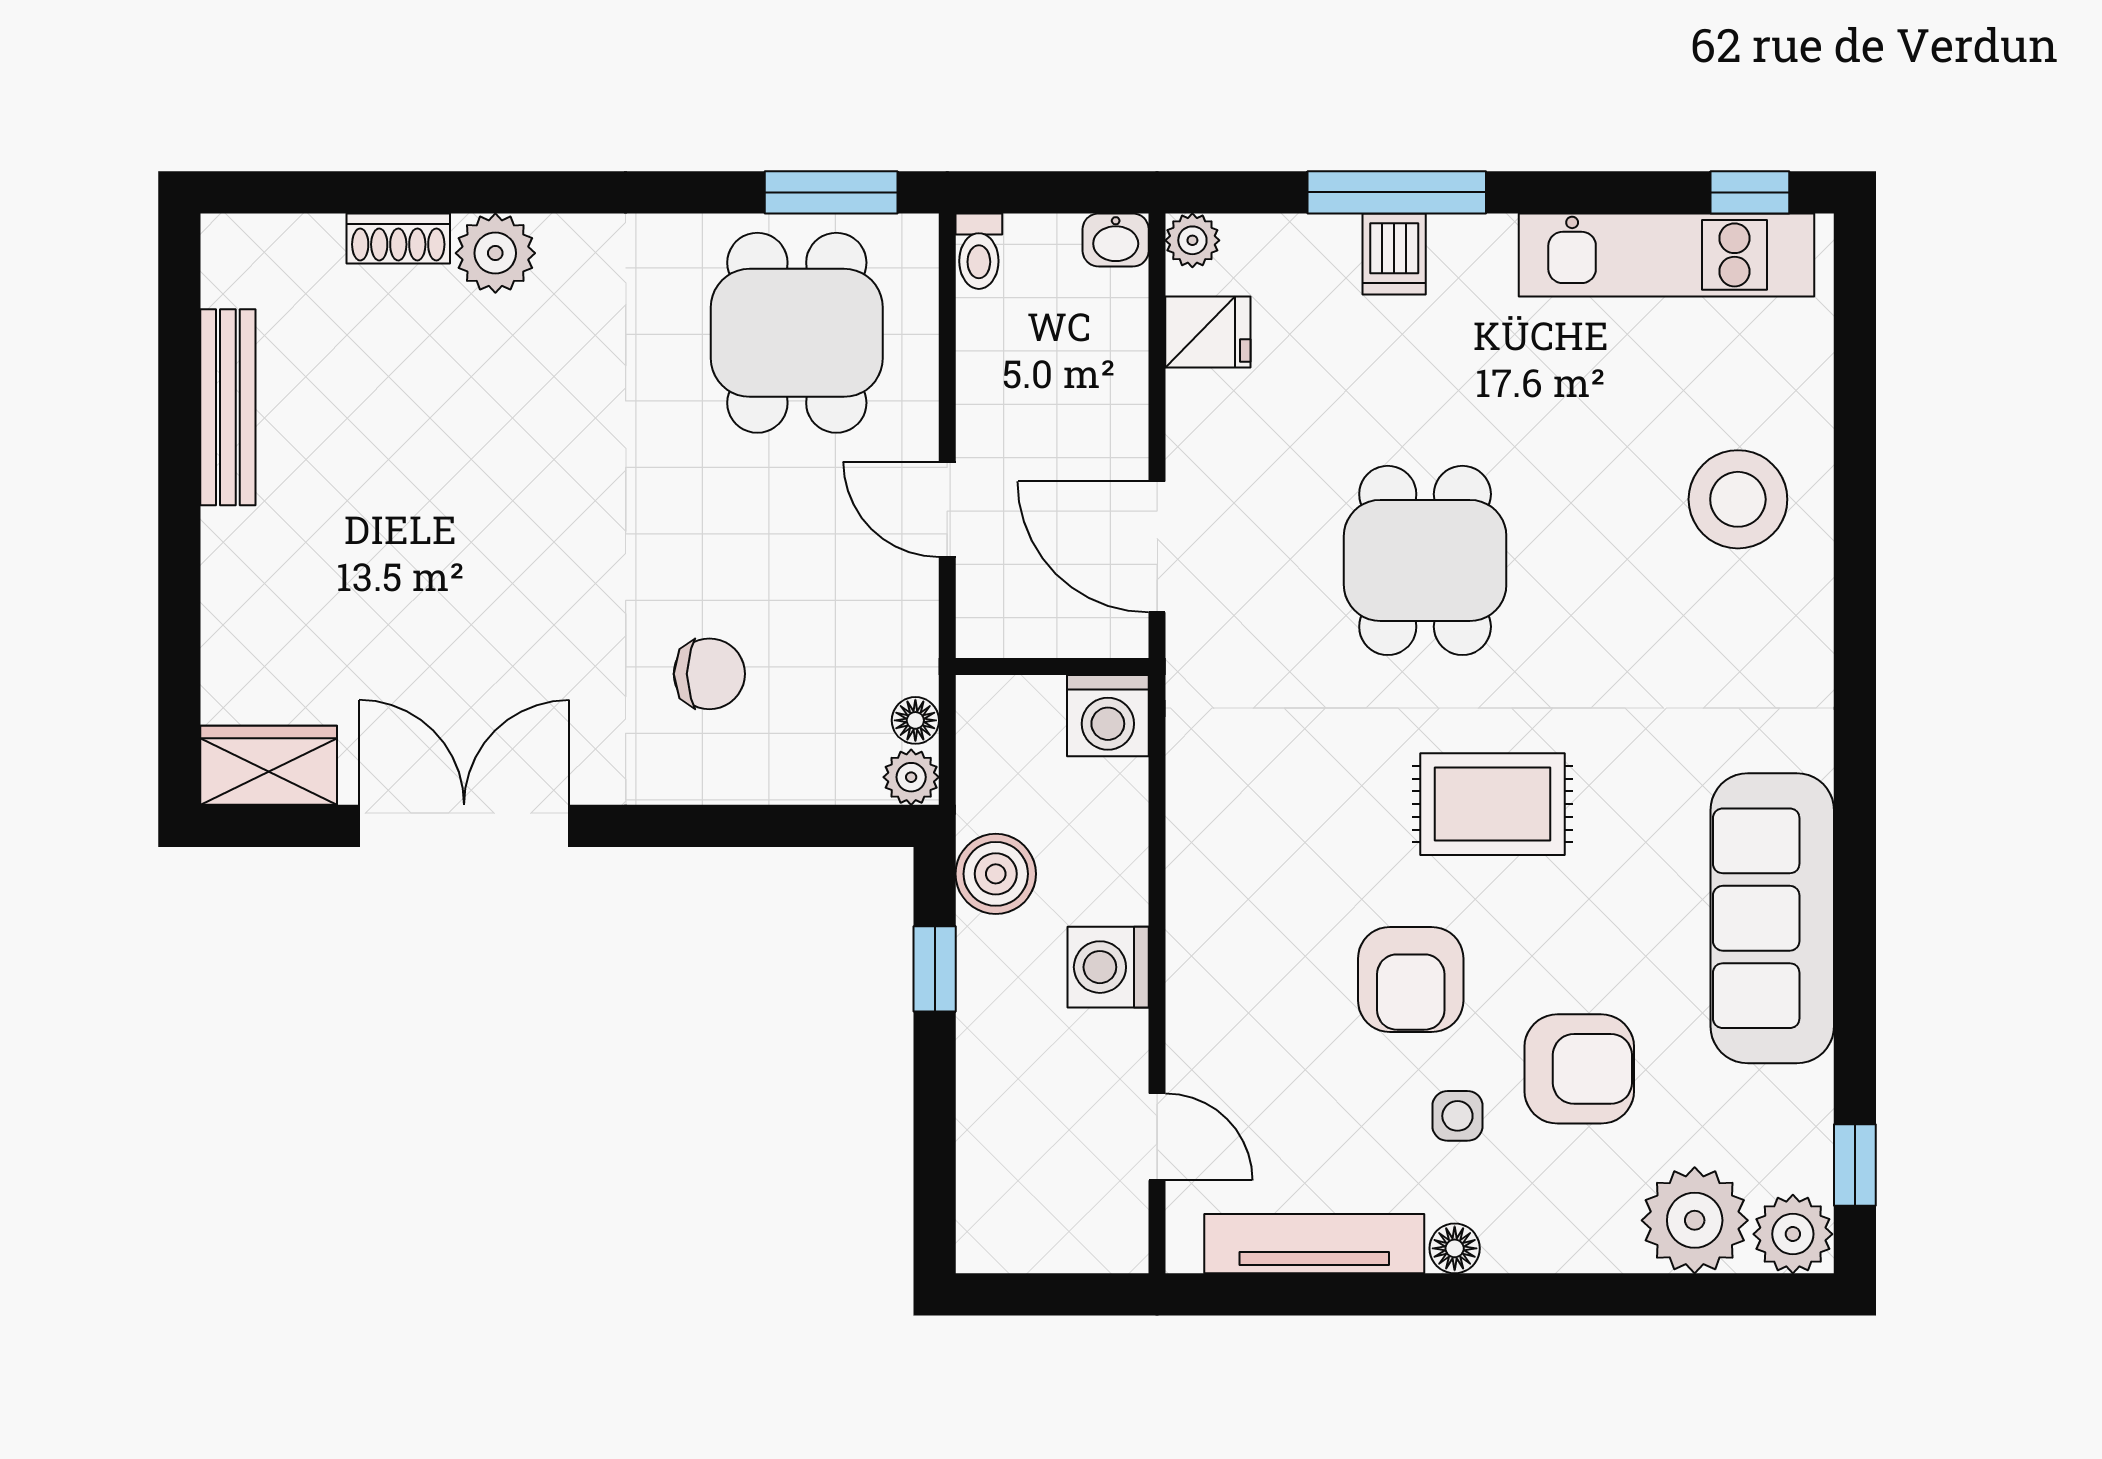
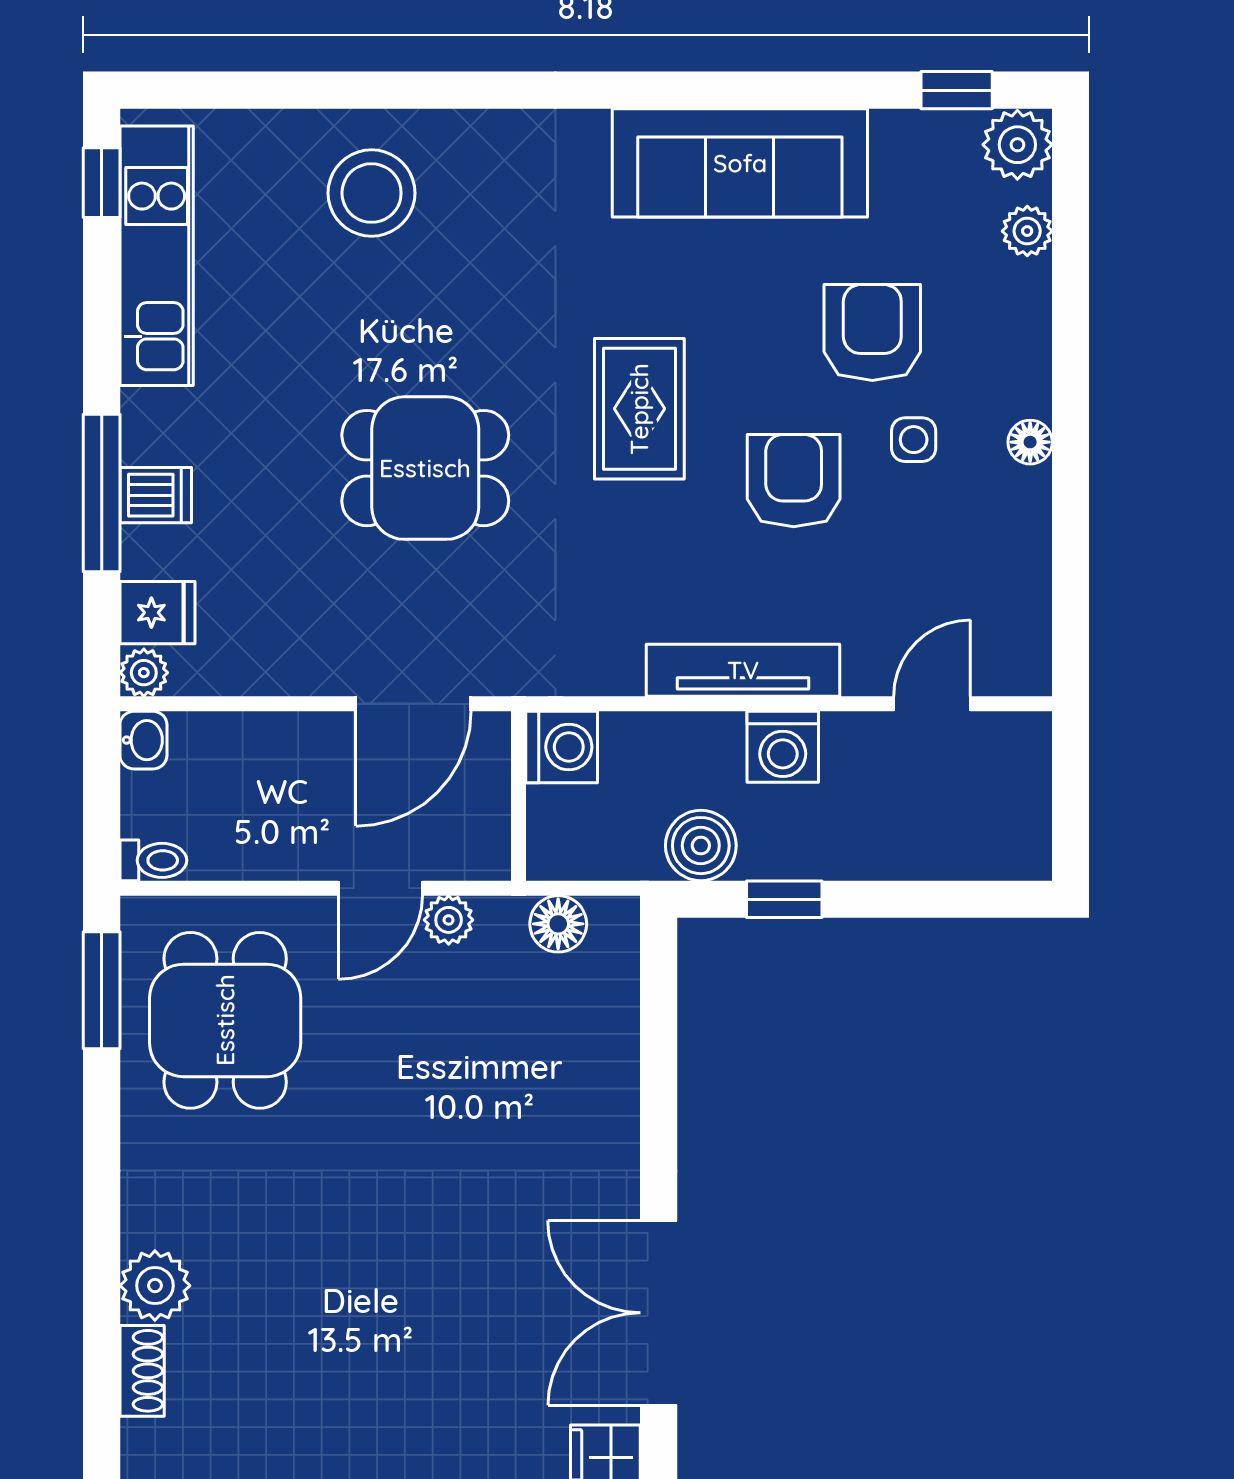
fridge: (1208, 332) -> (157, 613), moved, turned 90
dining table: (797, 333) -> (225, 1020), turned 90
chair: (709, 674) -> (525, 1097), removed
floor lamp: (915, 720) -> (558, 924), width x1.37, depth x1.37
plant: (911, 777) -> (449, 920), moved
armchair: (1411, 979) -> (794, 481), turned -90
plant: (1695, 1220) -> (1027, 231), width x0.53, depth x0.53
tv unit: (1314, 1244) -> (743, 670), moved, turned 90

